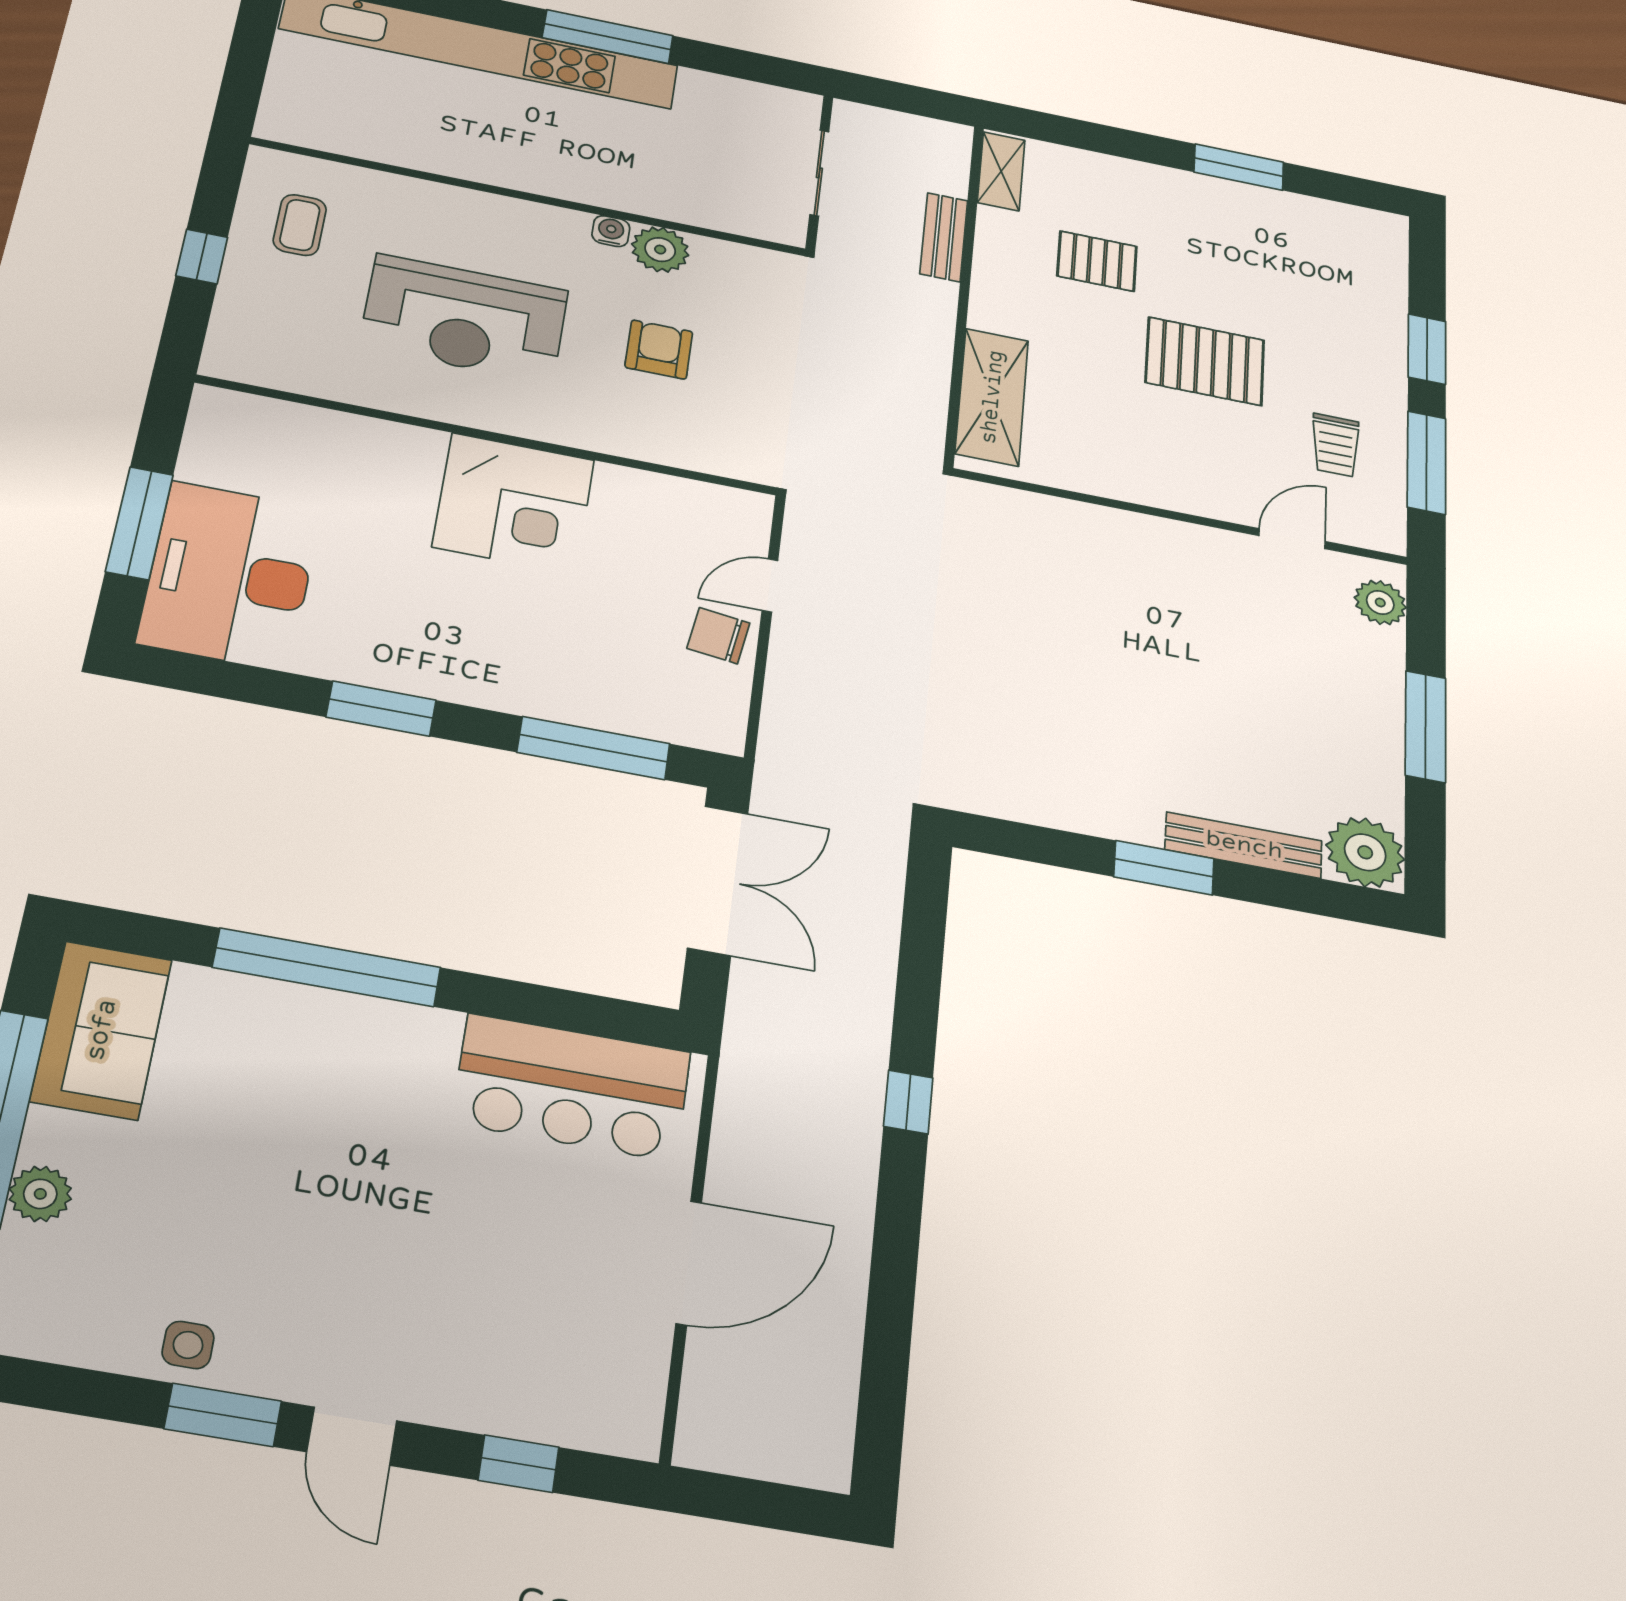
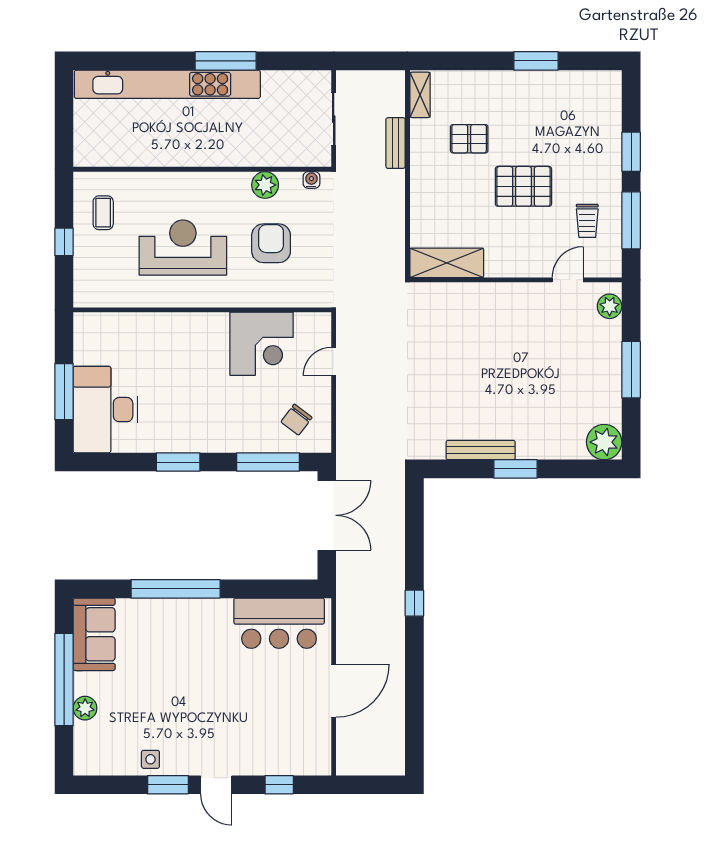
water cooler: (611, 231) -> (311, 180), moved
reception desk: (464, 318) -> (183, 247), turned 180
armchair: (659, 350) -> (271, 243), width x1.38, depth x1.38
shelving: (992, 397) -> (447, 263), moved, turned 90
corner desk: (514, 503) -> (262, 344), moved
chair: (718, 636) -> (296, 420), moved, turned -61
bench: (1244, 845) -> (481, 450), moved

